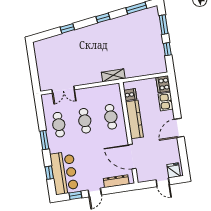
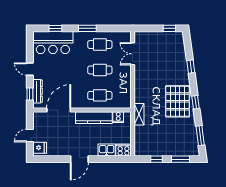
pallet: (105, 36) -> (178, 101), added
window: (32, 56) -> (169, 28), added
shelving: (113, 75) -> (139, 114), moved
door: (179, 128) -> (79, 159), swing flipped
window: (75, 195) -> (30, 94), moved

